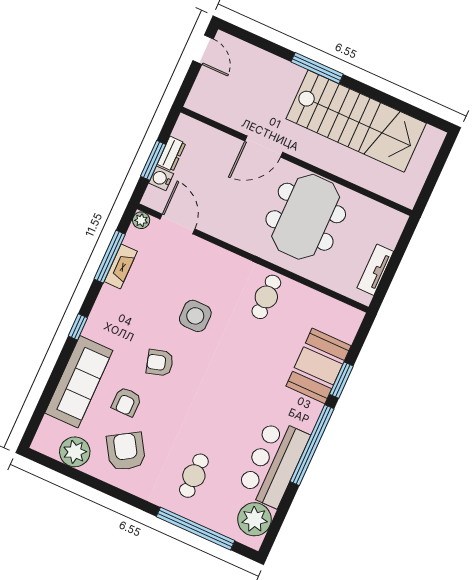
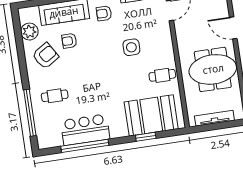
tv unit: (375, 270) -> (214, 118), width x1.41
armchair: (160, 363) -> (104, 13), moved, turned -74
booth: (319, 366) -> (151, 115), width x1.36, depth x1.42
window: (312, 445) -> (85, 146), moved
plant: (254, 519) -> (52, 138), removed

